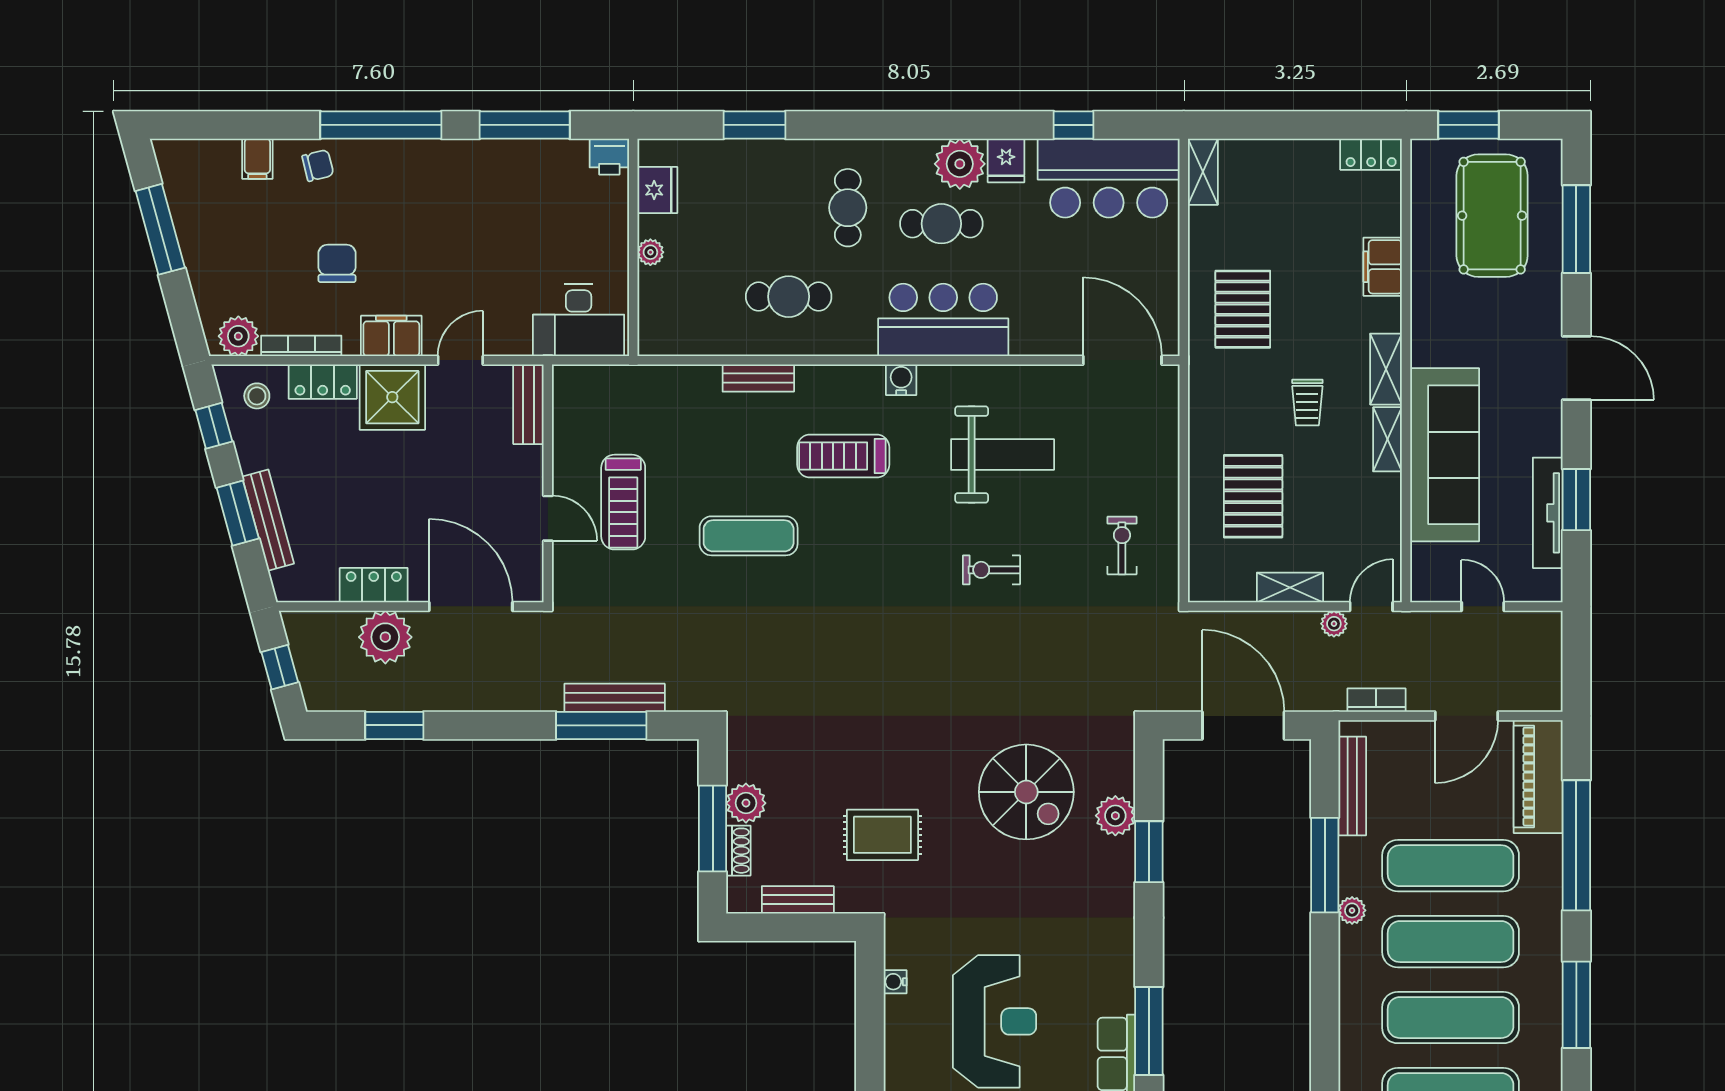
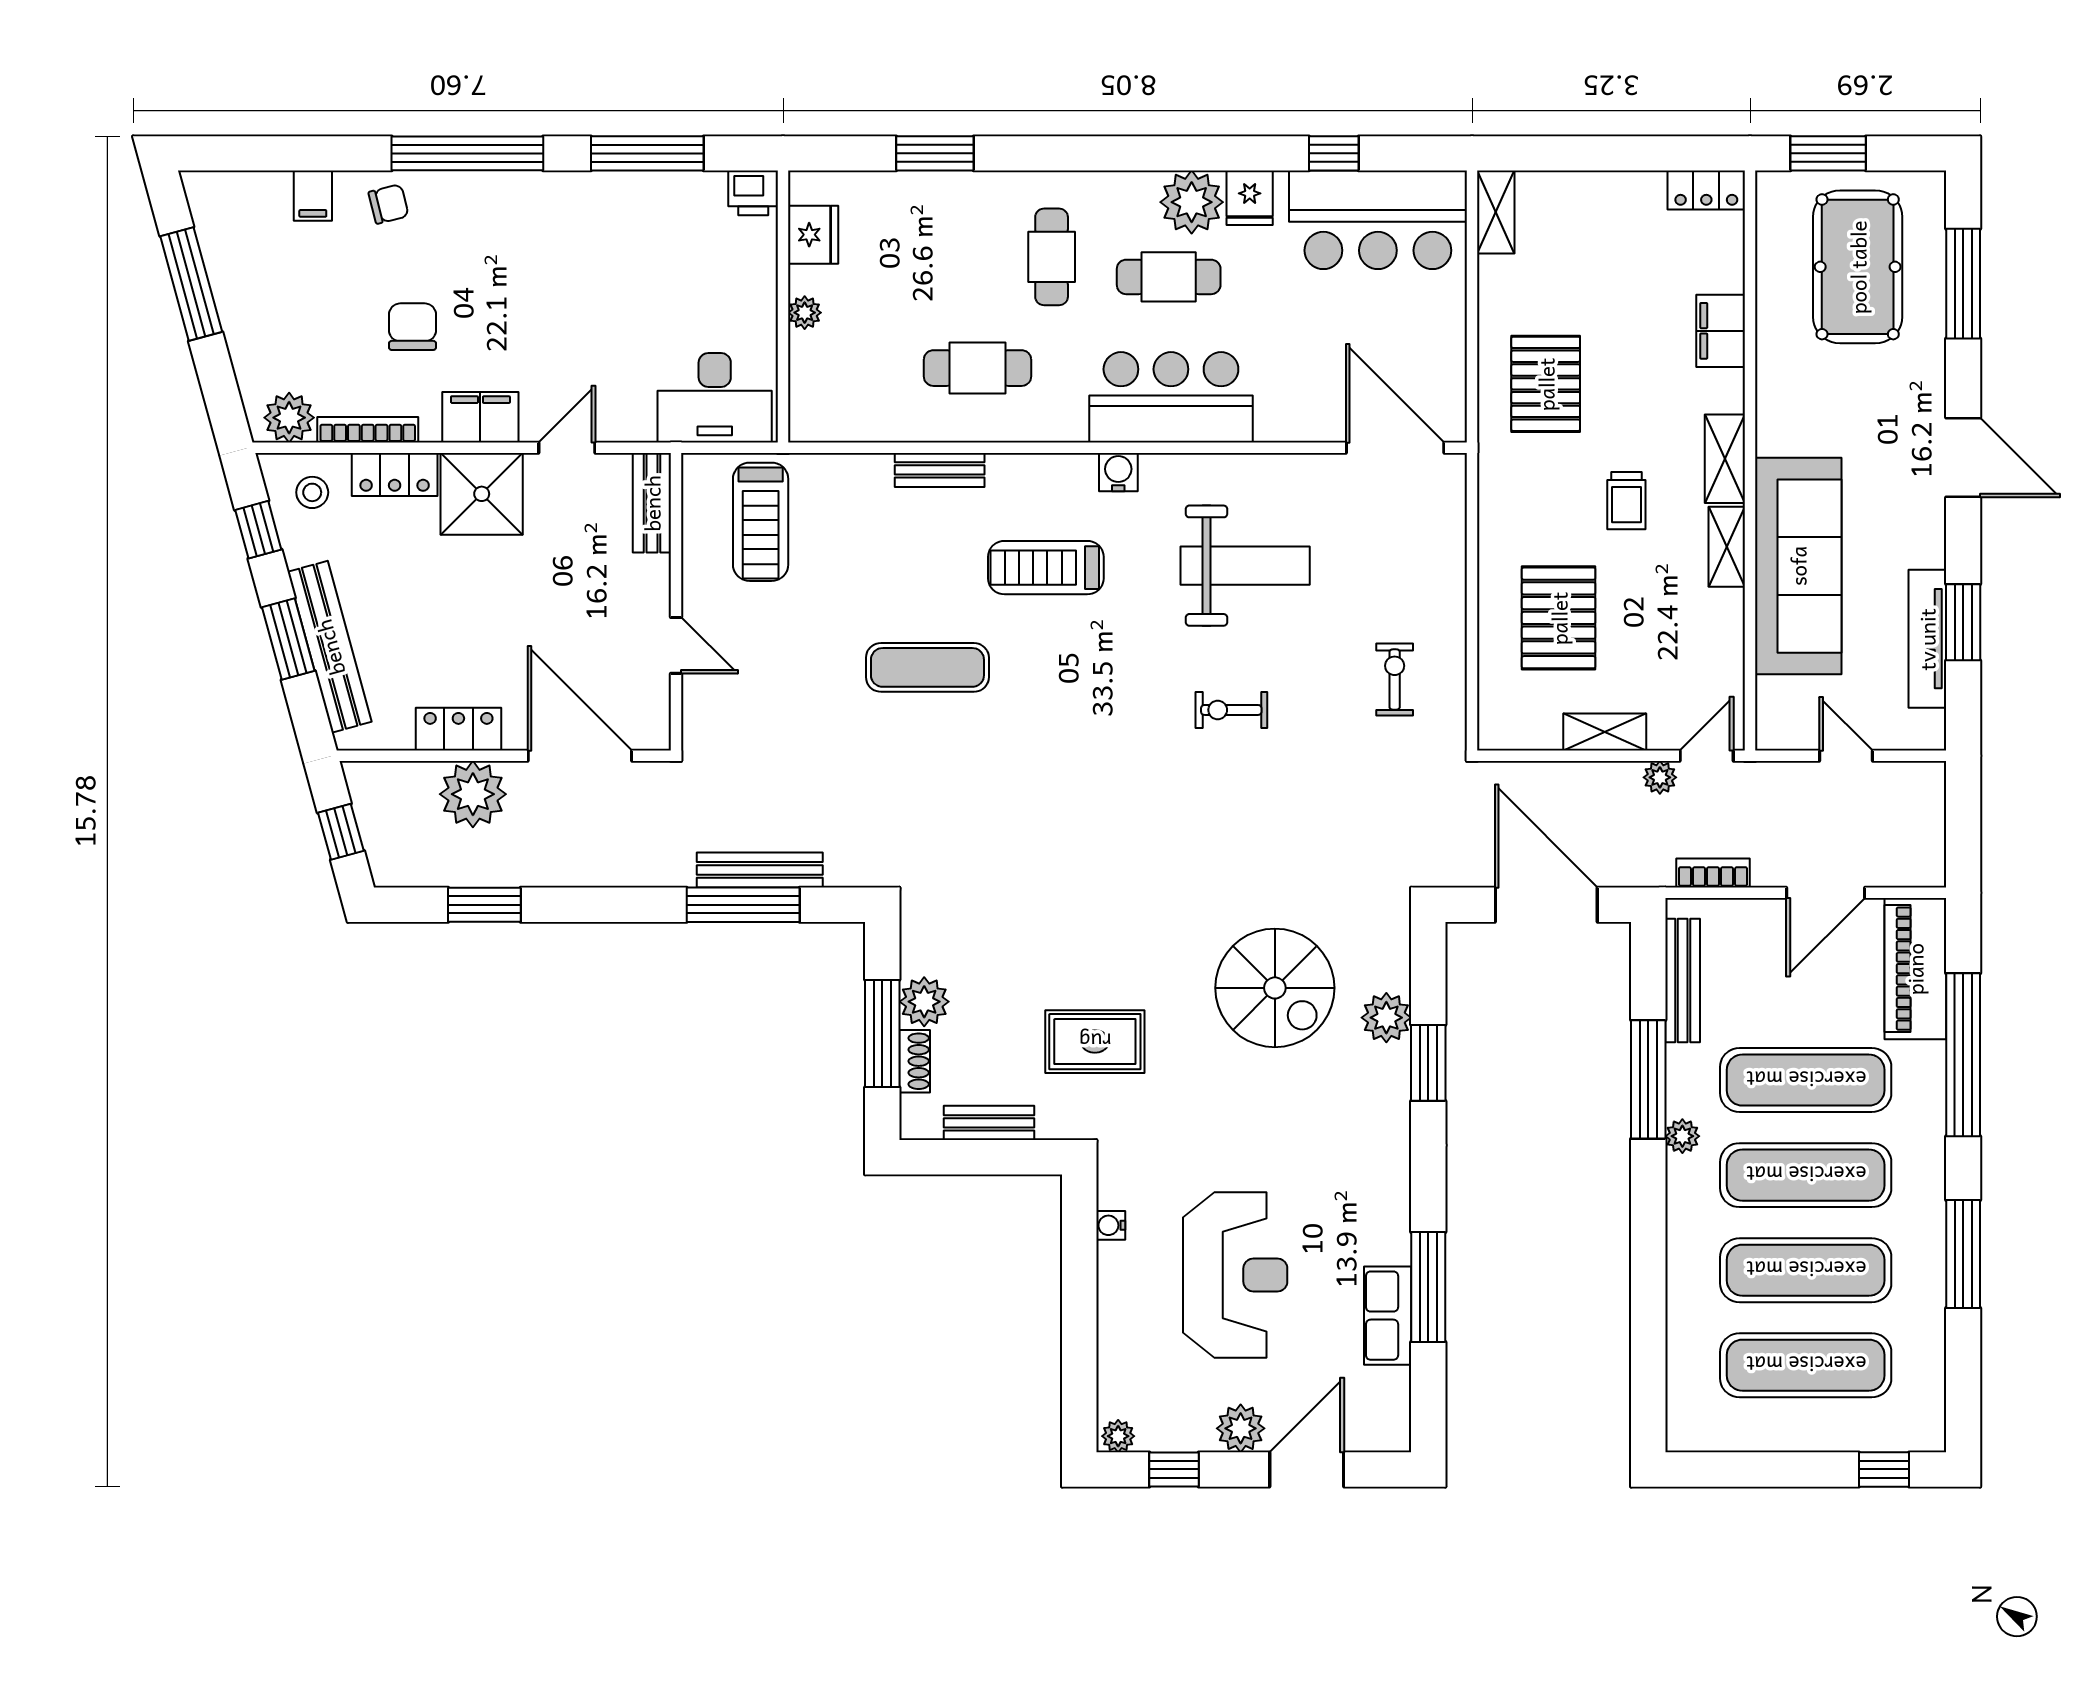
treadmill: (623, 502) -> (761, 522), moved
bench: (268, 520) -> (330, 647), width x1.37, depth x1.21

